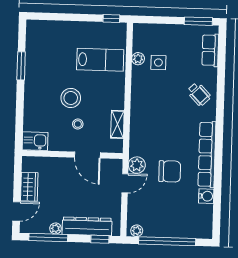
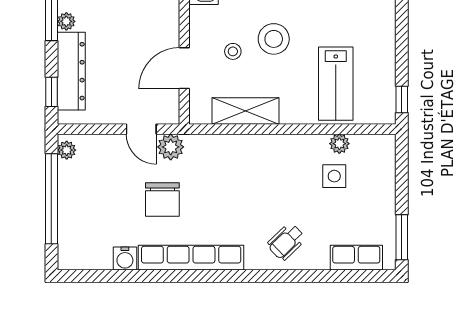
shelving: (117, 124) -> (245, 111), width x1.50, depth x1.33

